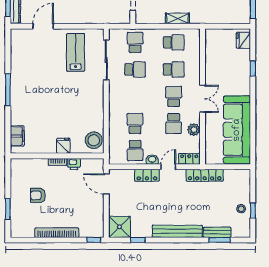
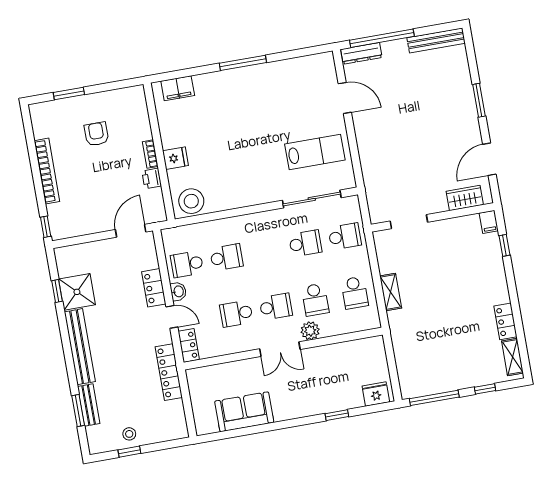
school desk: (135, 69) -> (305, 243), turned -90
plant: (194, 130) -> (310, 331), moved
sofa: (237, 130) -> (244, 412), width x0.54, depth x0.79
shower: (119, 227) -> (77, 292), moved

